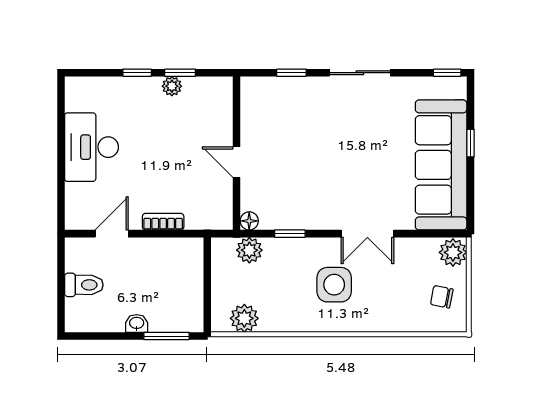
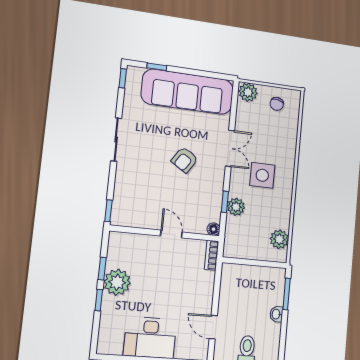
window: (291, 73) -> (108, 211), moved
plant: (172, 86) -> (117, 282), width x1.87, depth x1.87
window: (471, 143) -> (157, 67), moved
door: (236, 162) -> (171, 234), swing flipped
armchair: (343, 170) -> (185, 160), added
bookcase: (163, 222) -> (212, 255), moved
plant: (249, 250) -> (236, 207), moved

